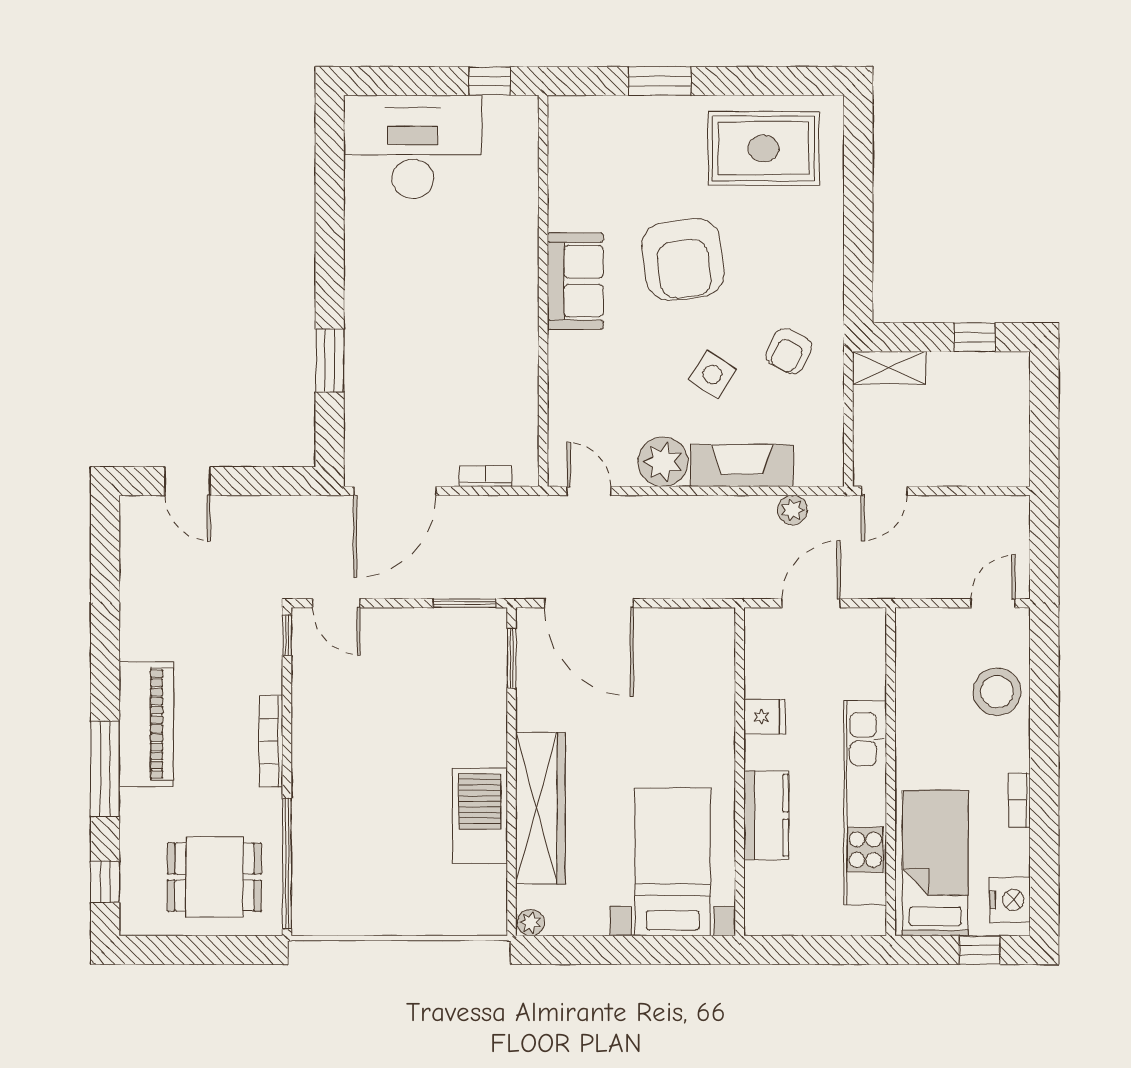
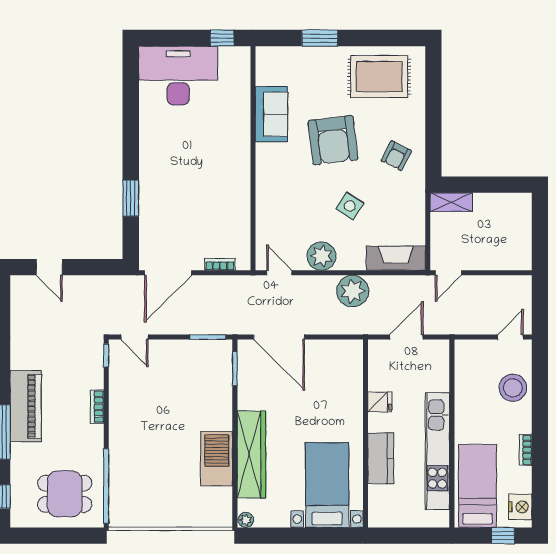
sofa: (575, 281) -> (271, 114), moved
window: (975, 337) -> (500, 185), removed
armchair: (789, 351) -> (396, 156), moved
fireplace: (742, 466) -> (396, 258), moved
plant: (792, 510) -> (353, 291), moved, width x1.87, depth x1.87
bookcase: (271, 741) -> (97, 407), width x0.64

